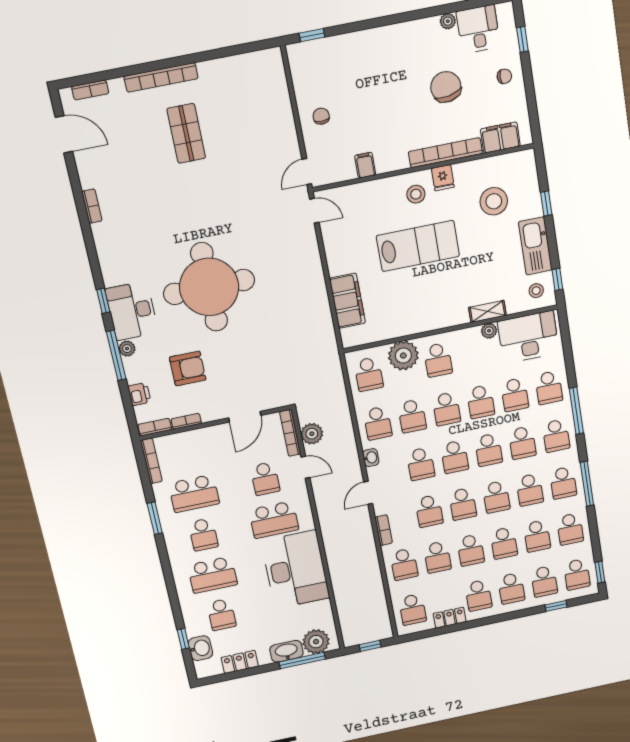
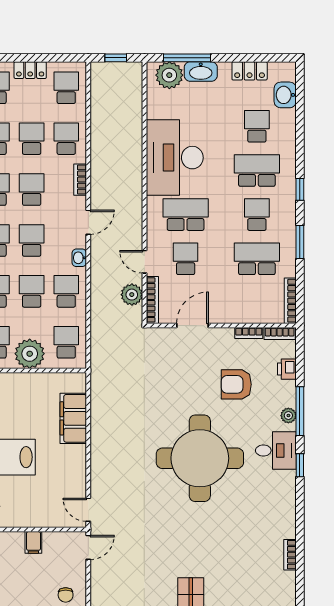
desk: (132, 311) -> (276, 450), width x0.73
window: (183, 639) -> (300, 189), moved

